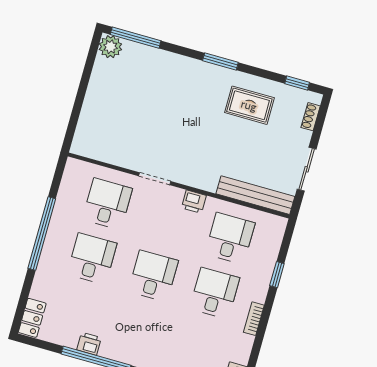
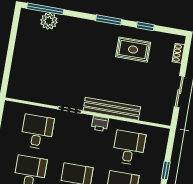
plant: (110, 47) -> (49, 21), moved
window: (297, 83) -> (145, 26), moved
bench: (255, 195) -> (112, 109), moved

